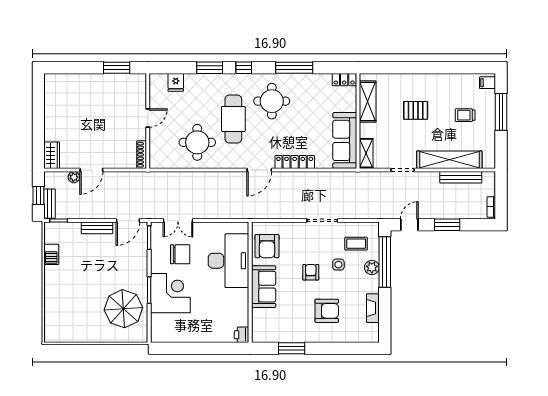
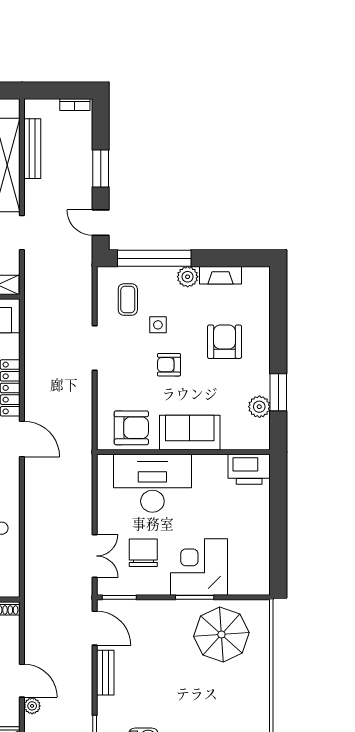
plant: (372, 267) -> (188, 277), moved
printer: (242, 335) -> (249, 469), width x1.87, depth x1.48
plant: (282, 335) -> (259, 407), added

